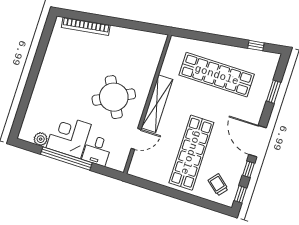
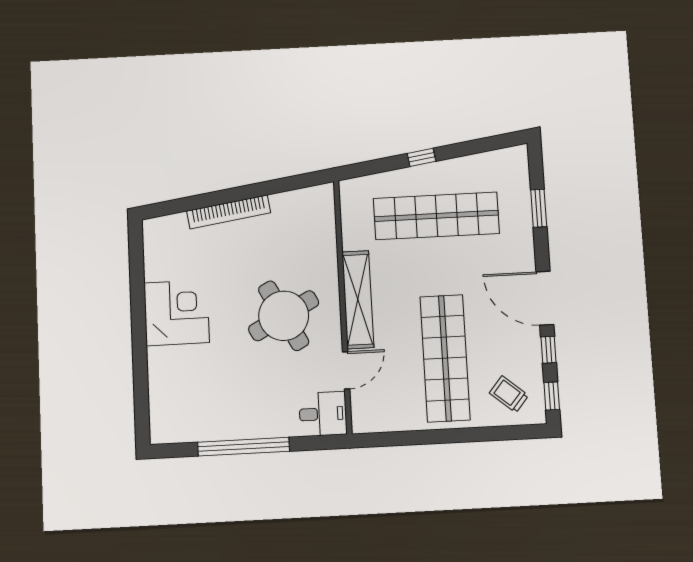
bookcase: (86, 26) -> (229, 212), moved
window: (256, 46) -> (422, 157), moved
corner desk: (69, 136) -> (177, 313), moved, turned 90
plant: (41, 139) -> (189, 431), removed
desk: (97, 150) -> (323, 414), moved, turned -90

